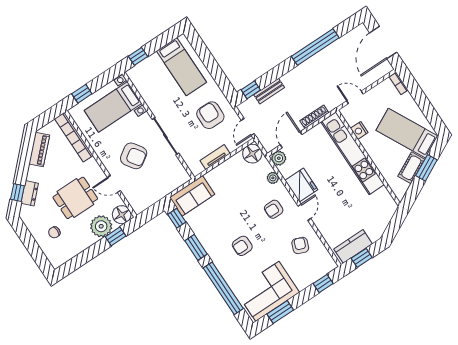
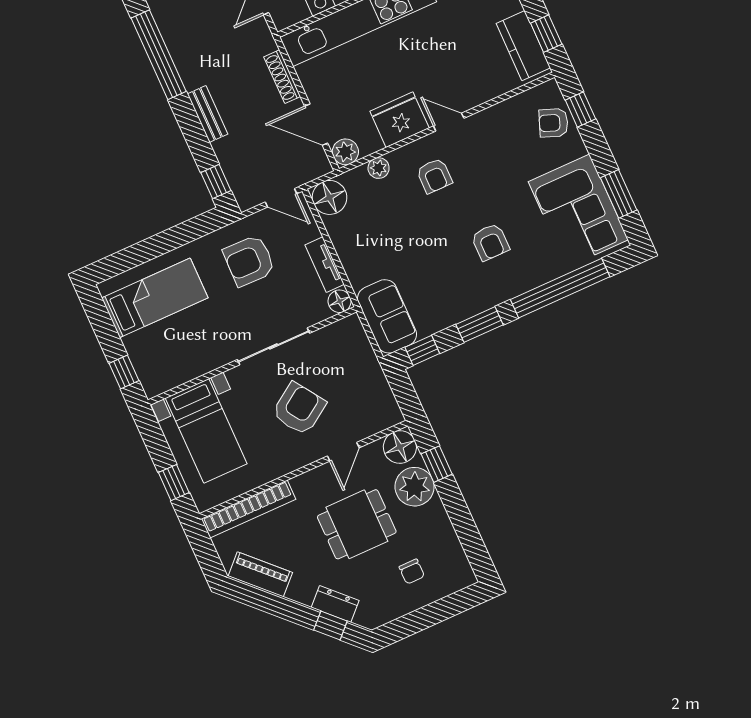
bench: (269, 91) -> (208, 114), moved
floor lamp: (196, 168) -> (340, 301), added
dining table: (75, 198) -> (357, 524), turned 90
armchair: (300, 245) -> (553, 123), moved

